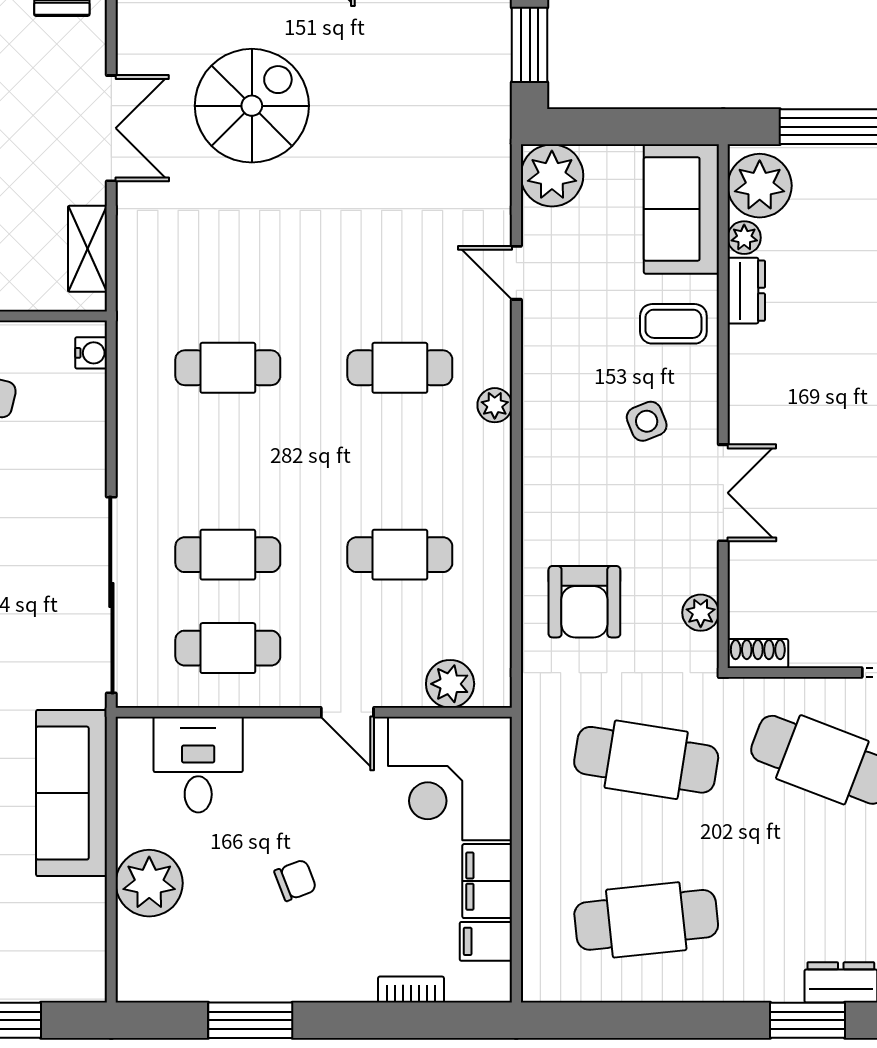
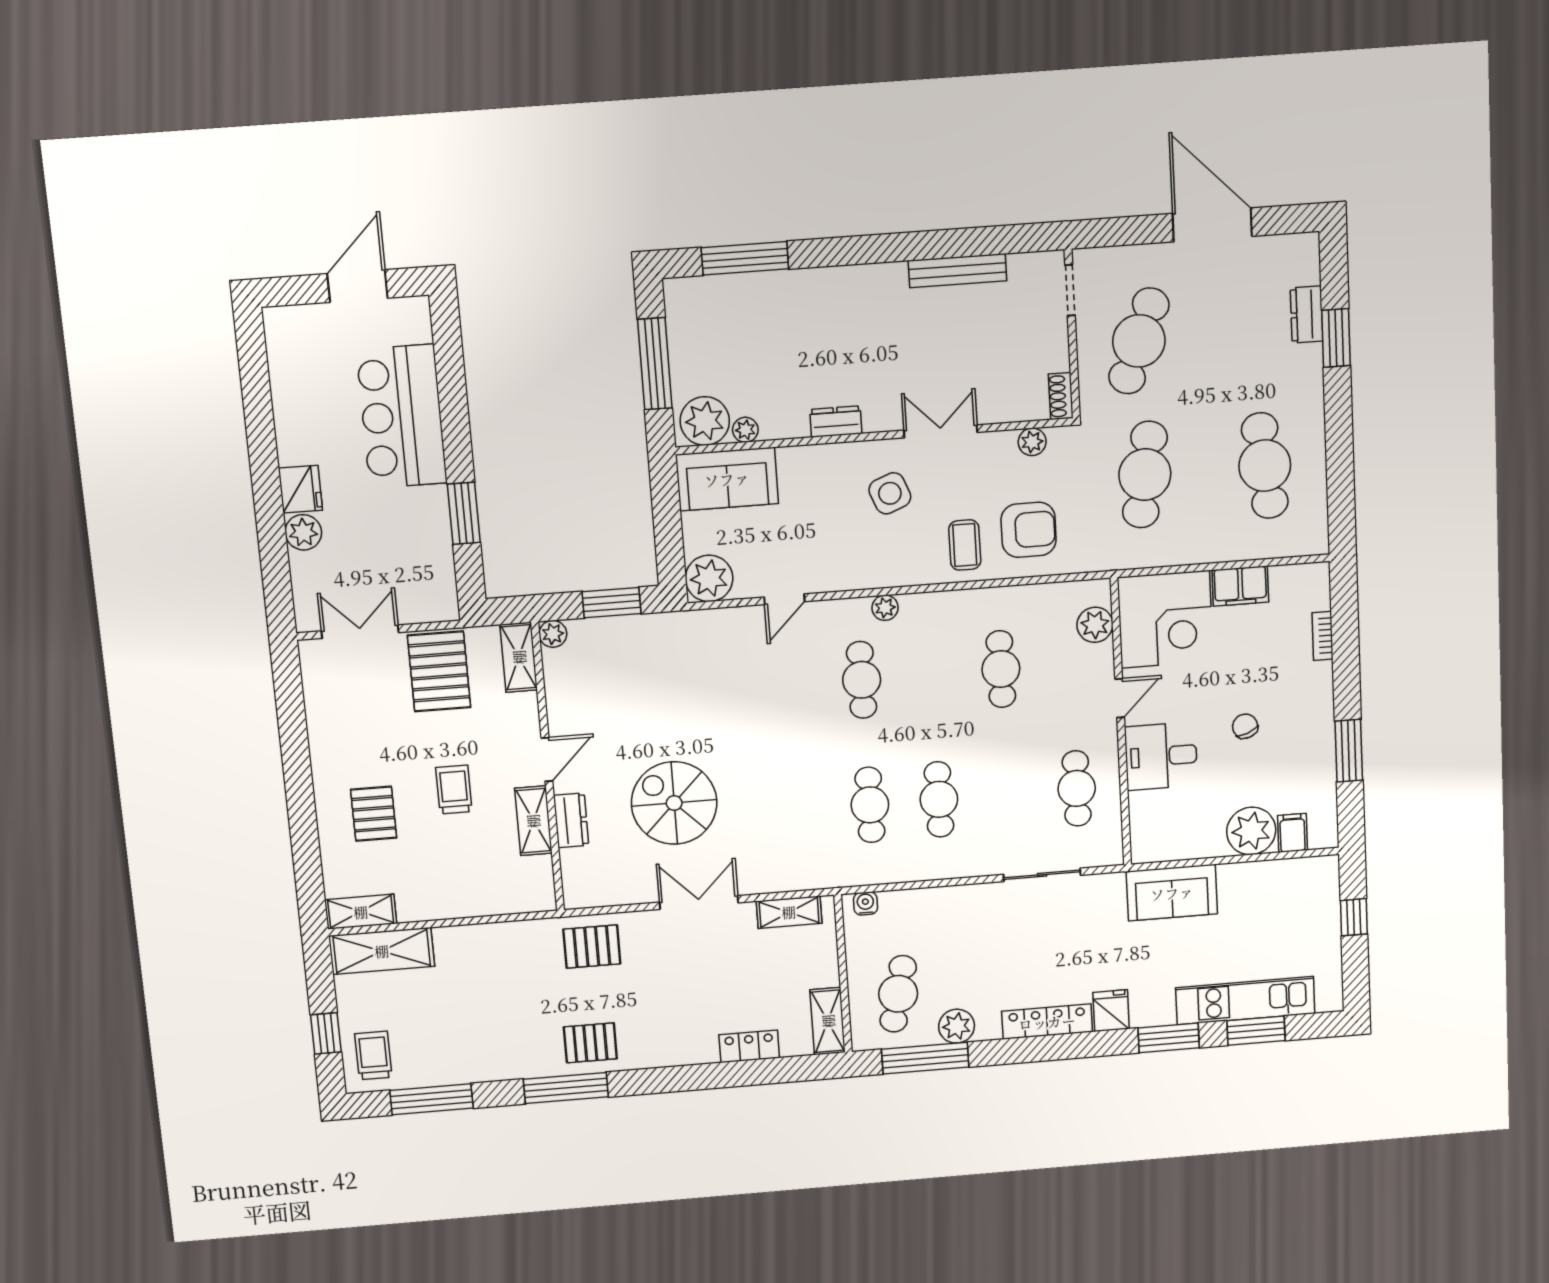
dresser: (746, 291) -> (836, 422), moved
coffee table: (673, 324) -> (965, 545), moved
side table: (647, 421) -> (890, 493), width x1.37, depth x1.37
cafe table: (228, 555) -> (939, 799), moved
sliding door: (111, 595) -> (1042, 875), width x0.54
desk: (198, 765) -> (1161, 756), moved
sofa: (72, 793) -> (1172, 893), width x0.73
filing cabinet: (486, 941) -> (1293, 833), moved, turned 180

